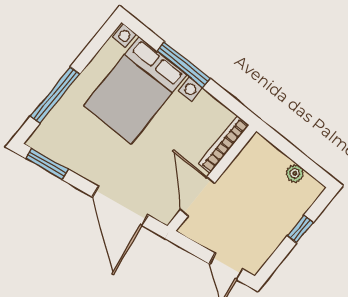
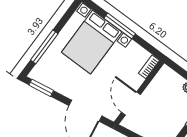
bookcase: (223, 144) -> (149, 67), width x0.64

